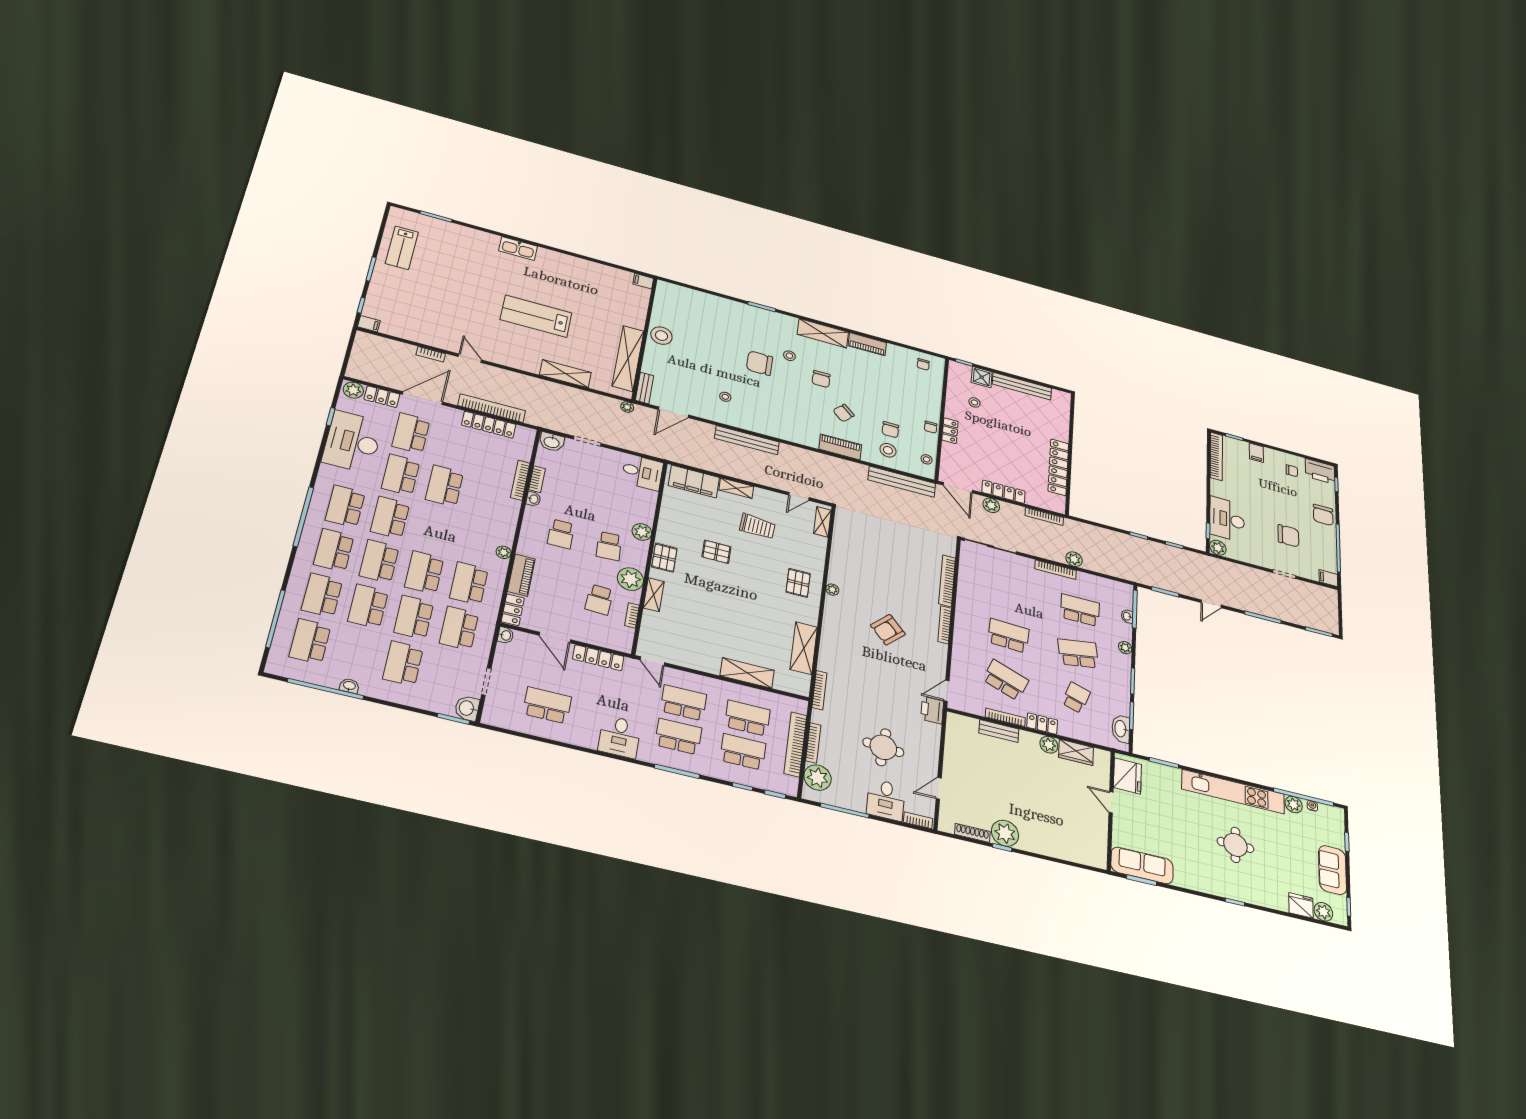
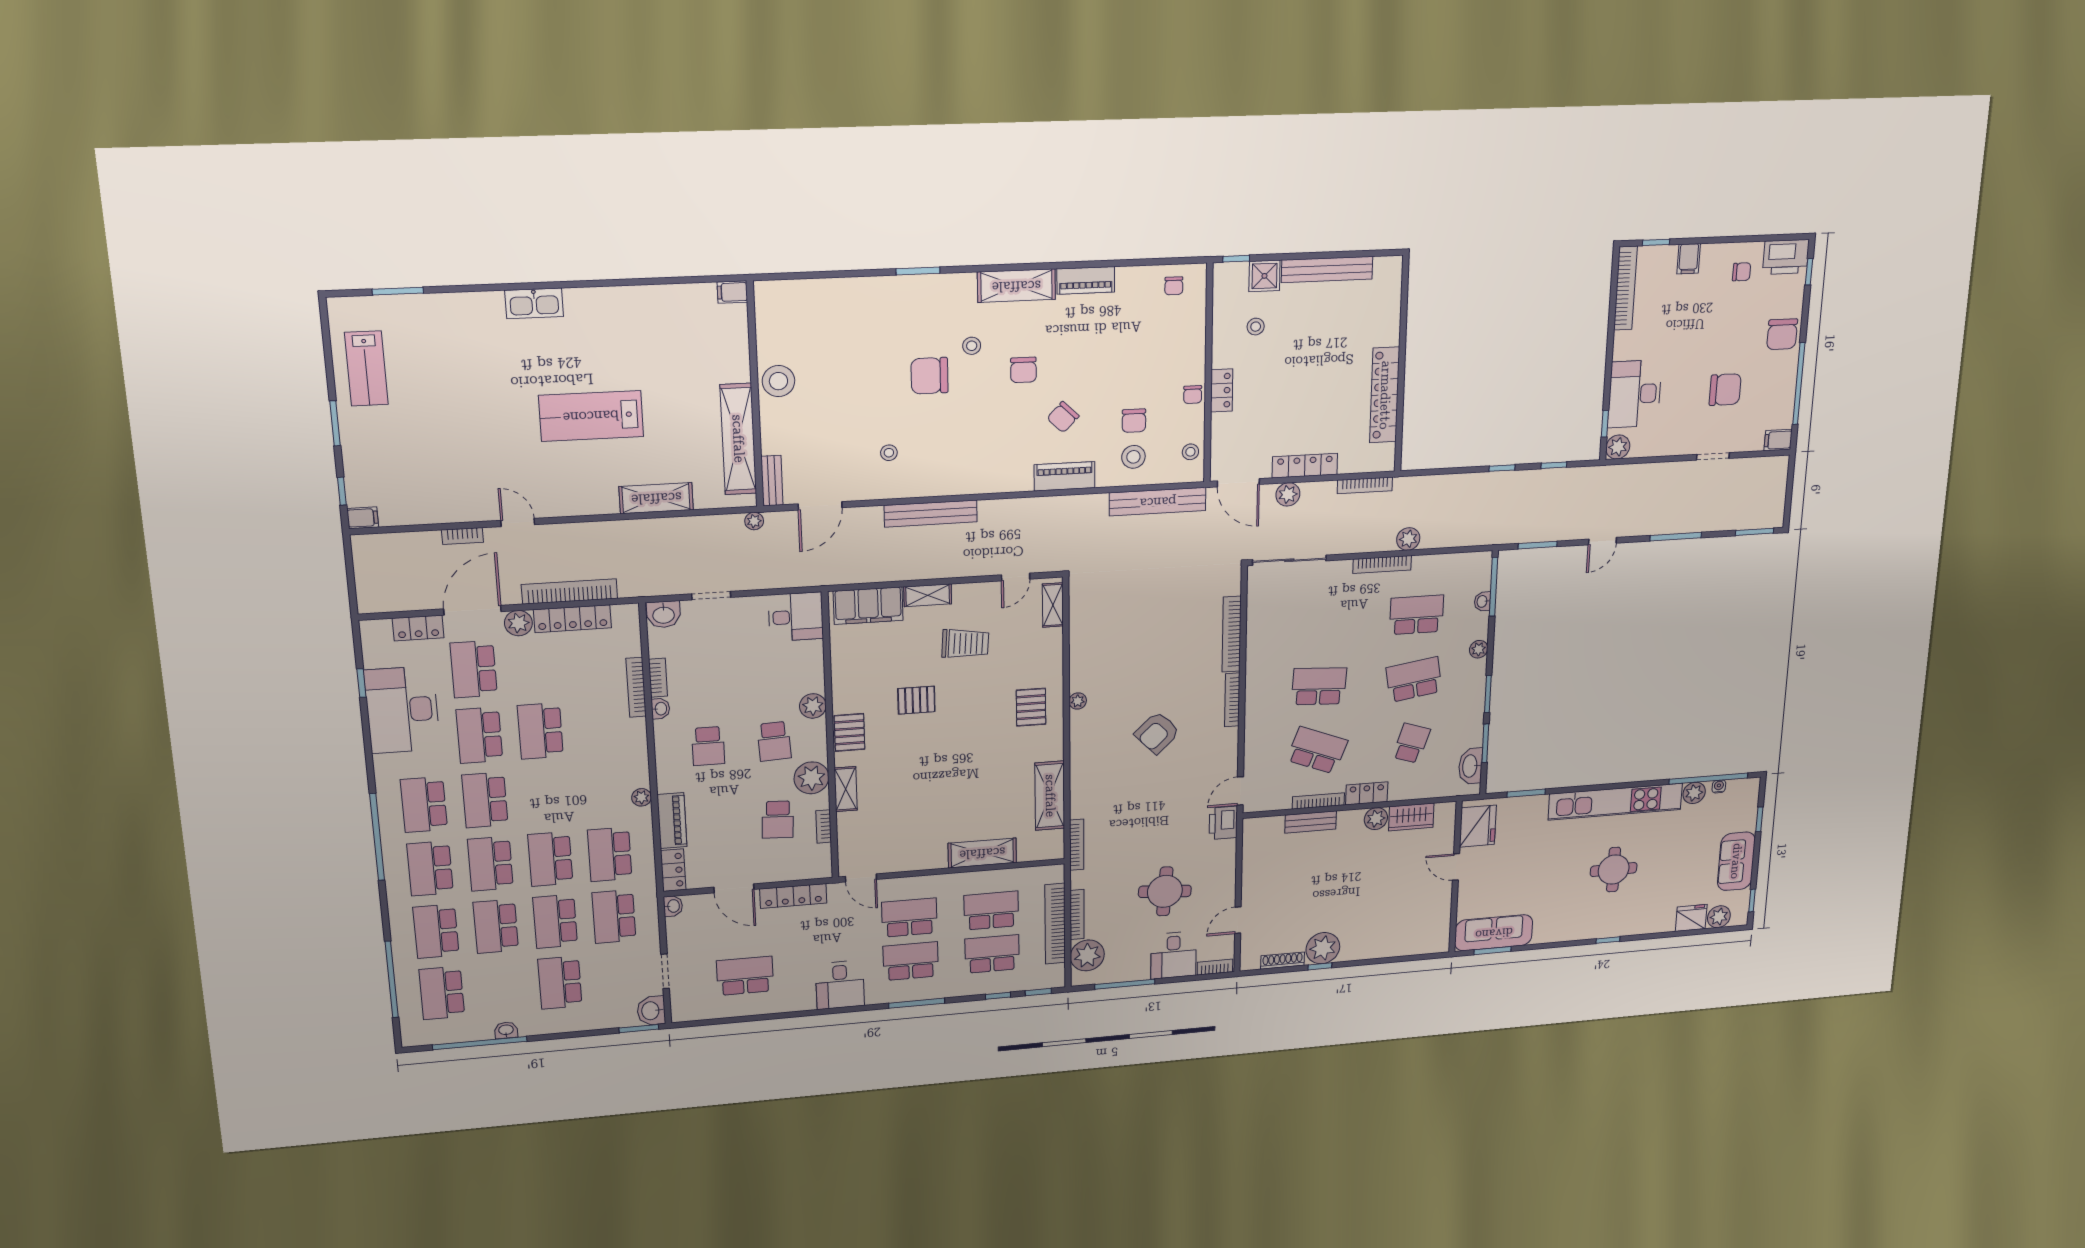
plant: (353, 390) -> (518, 623), moved

